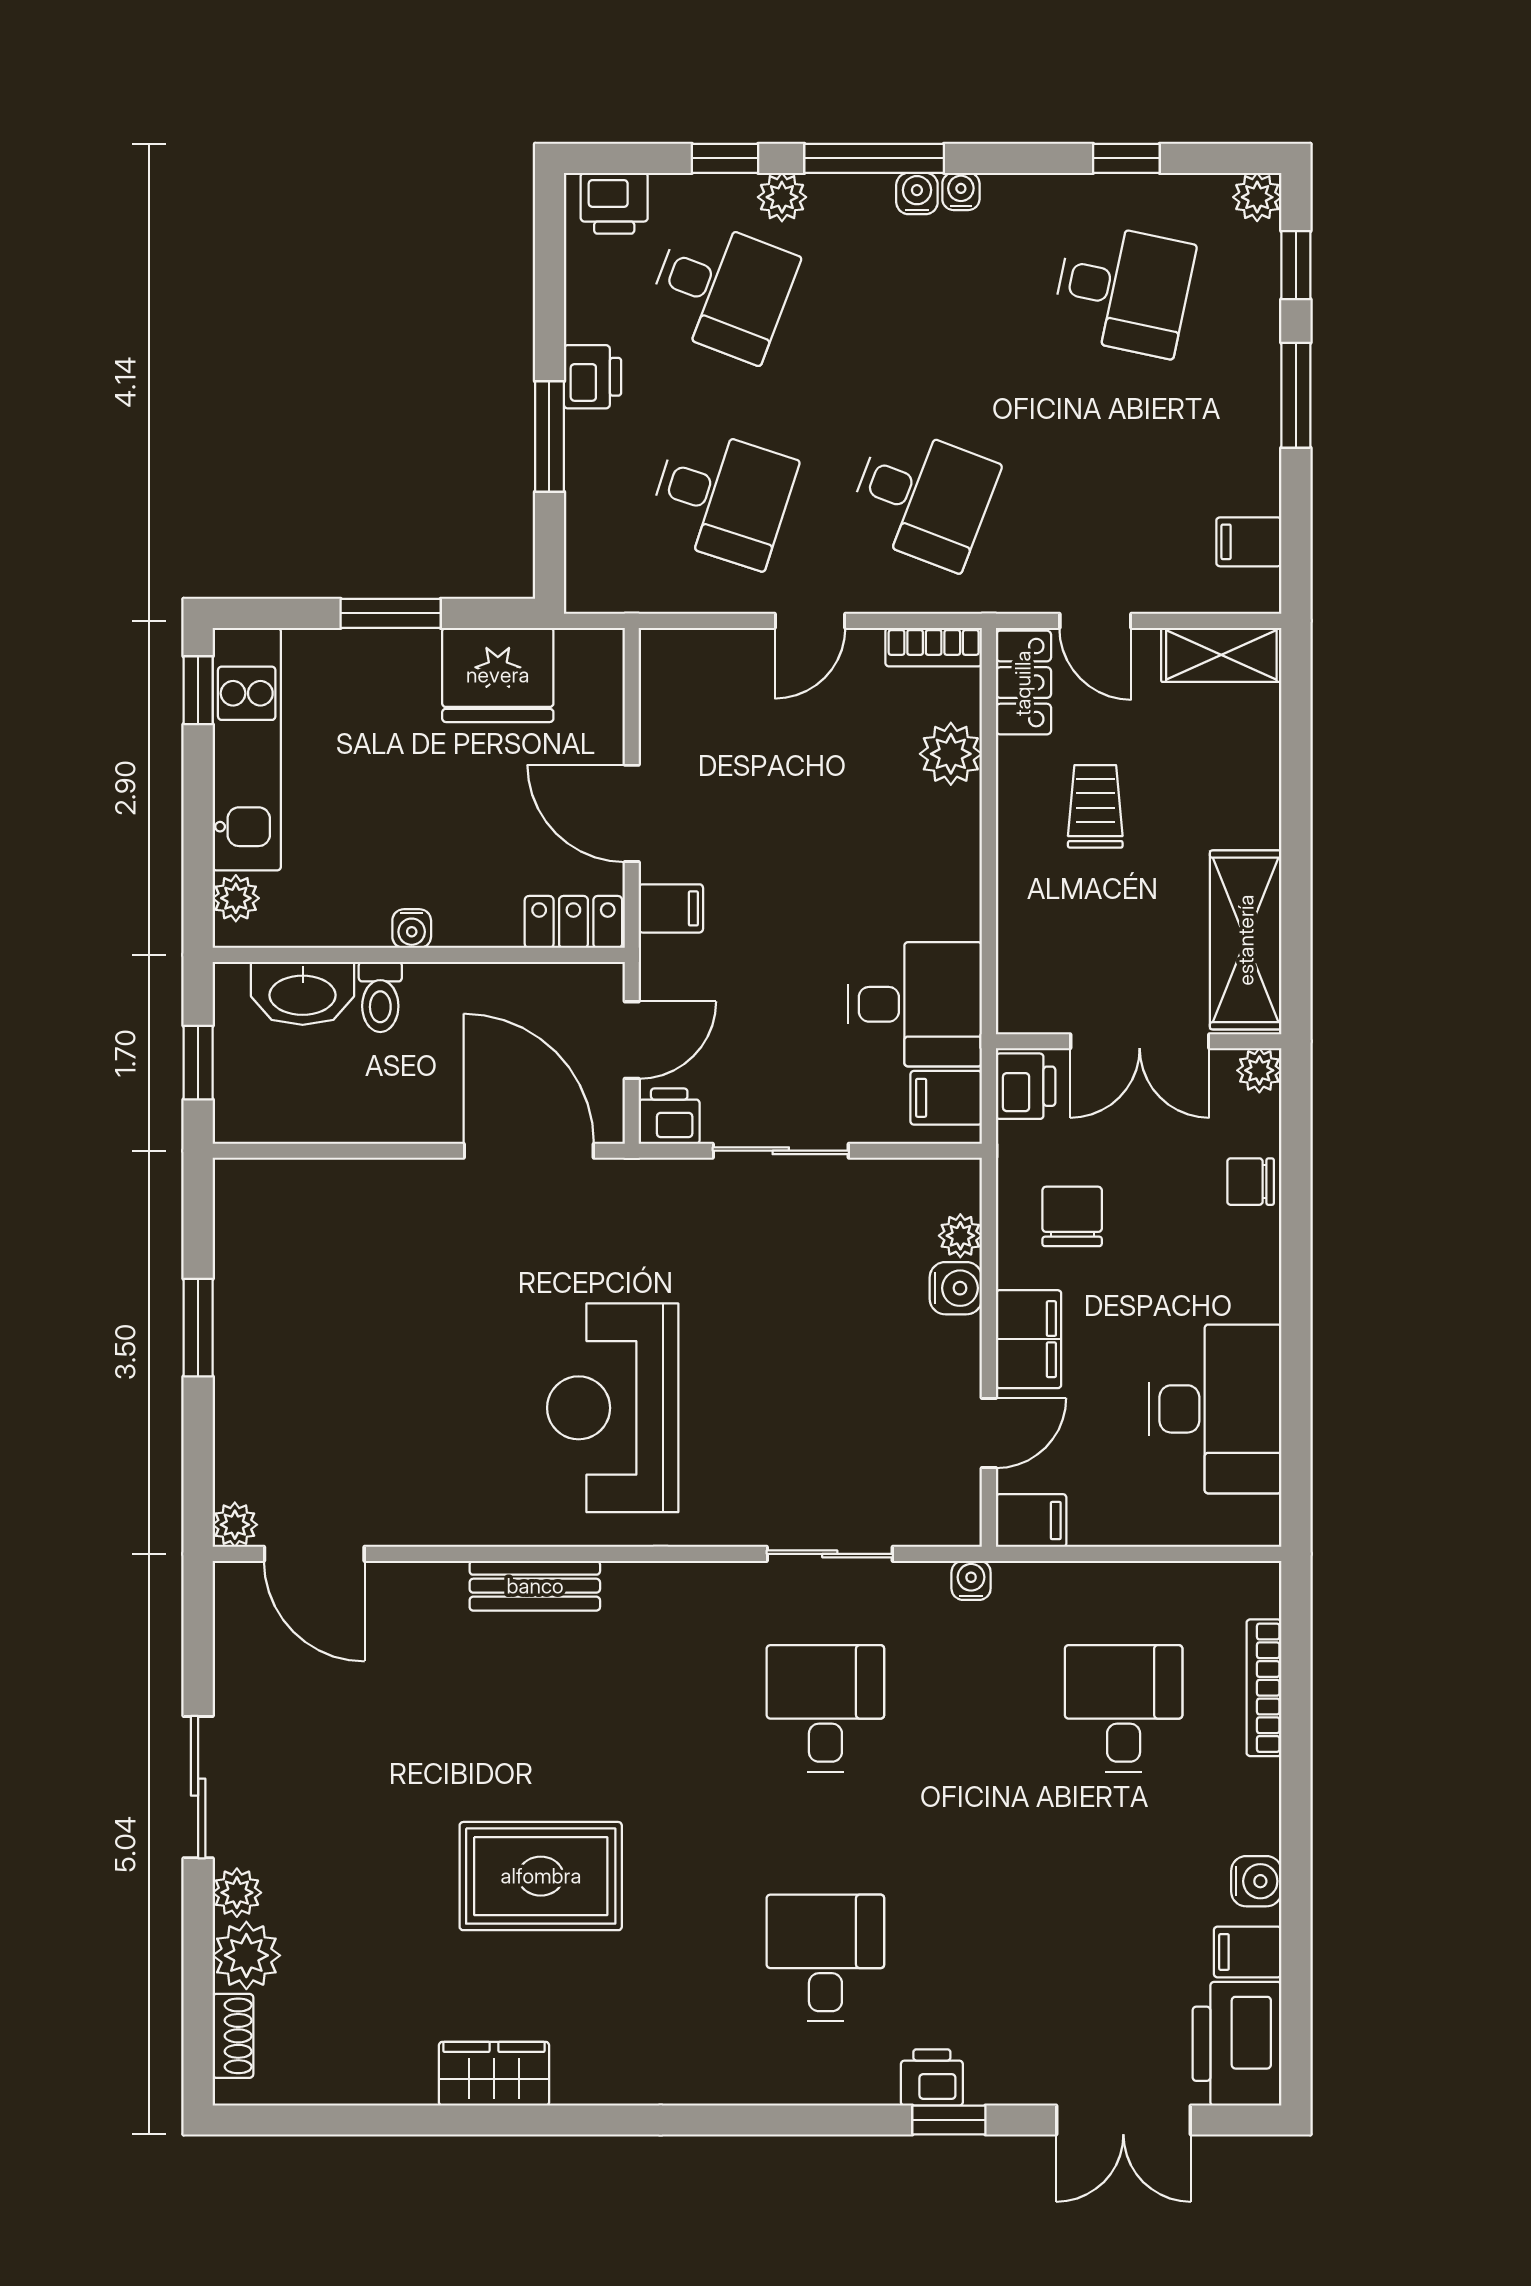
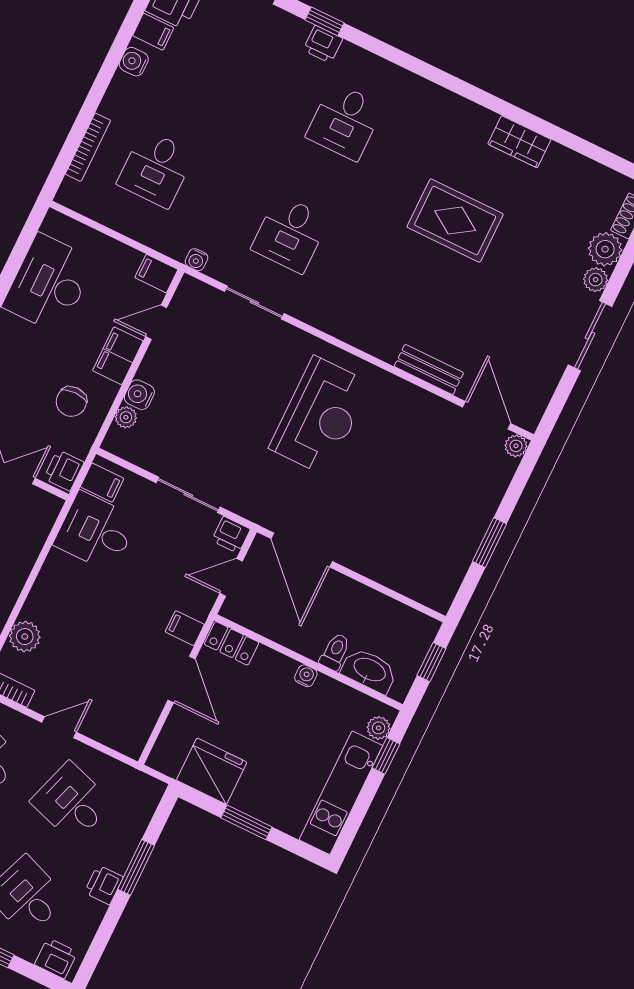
window: (198, 690) -> (386, 756), moved
bench: (535, 1586) -> (429, 370), moved

